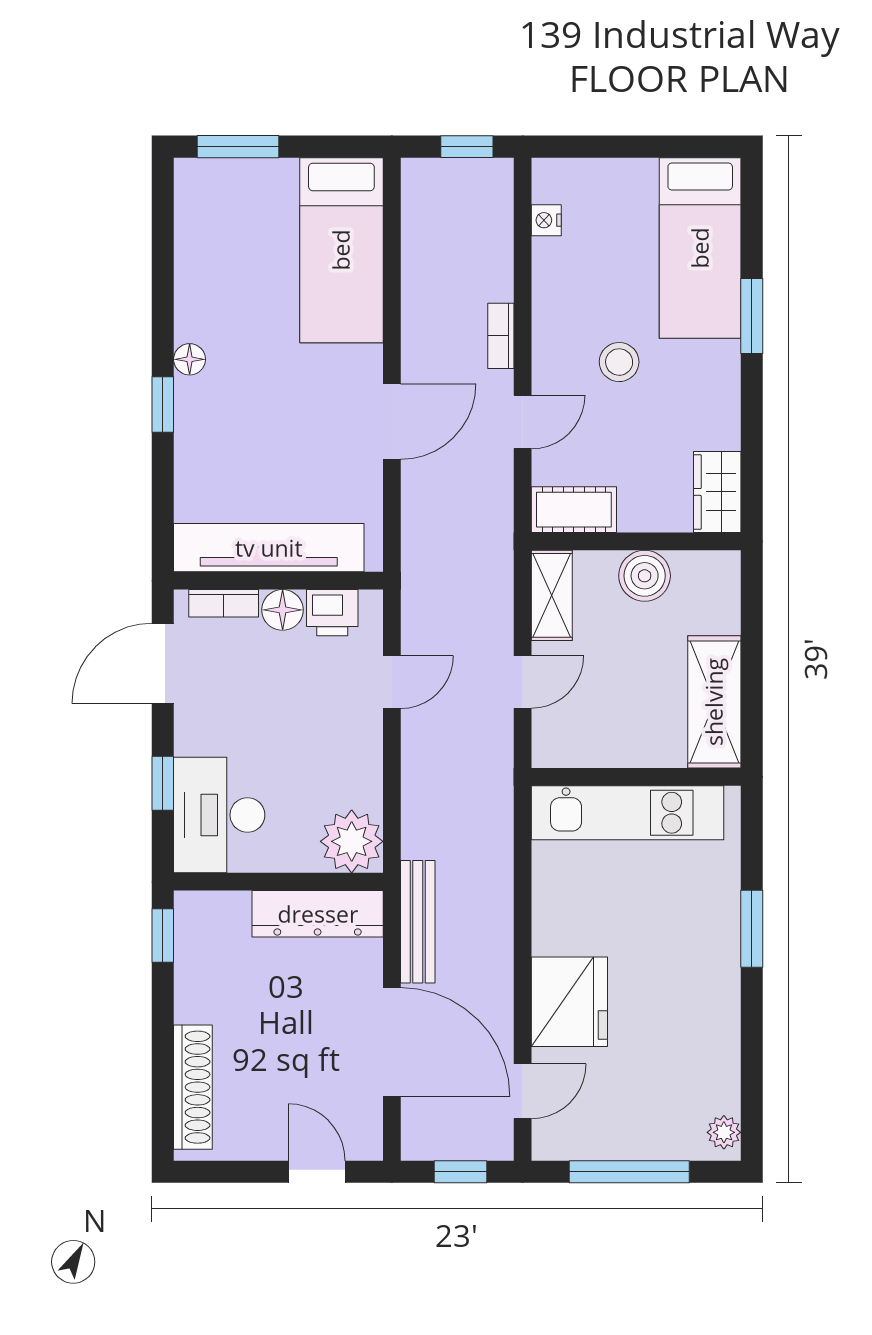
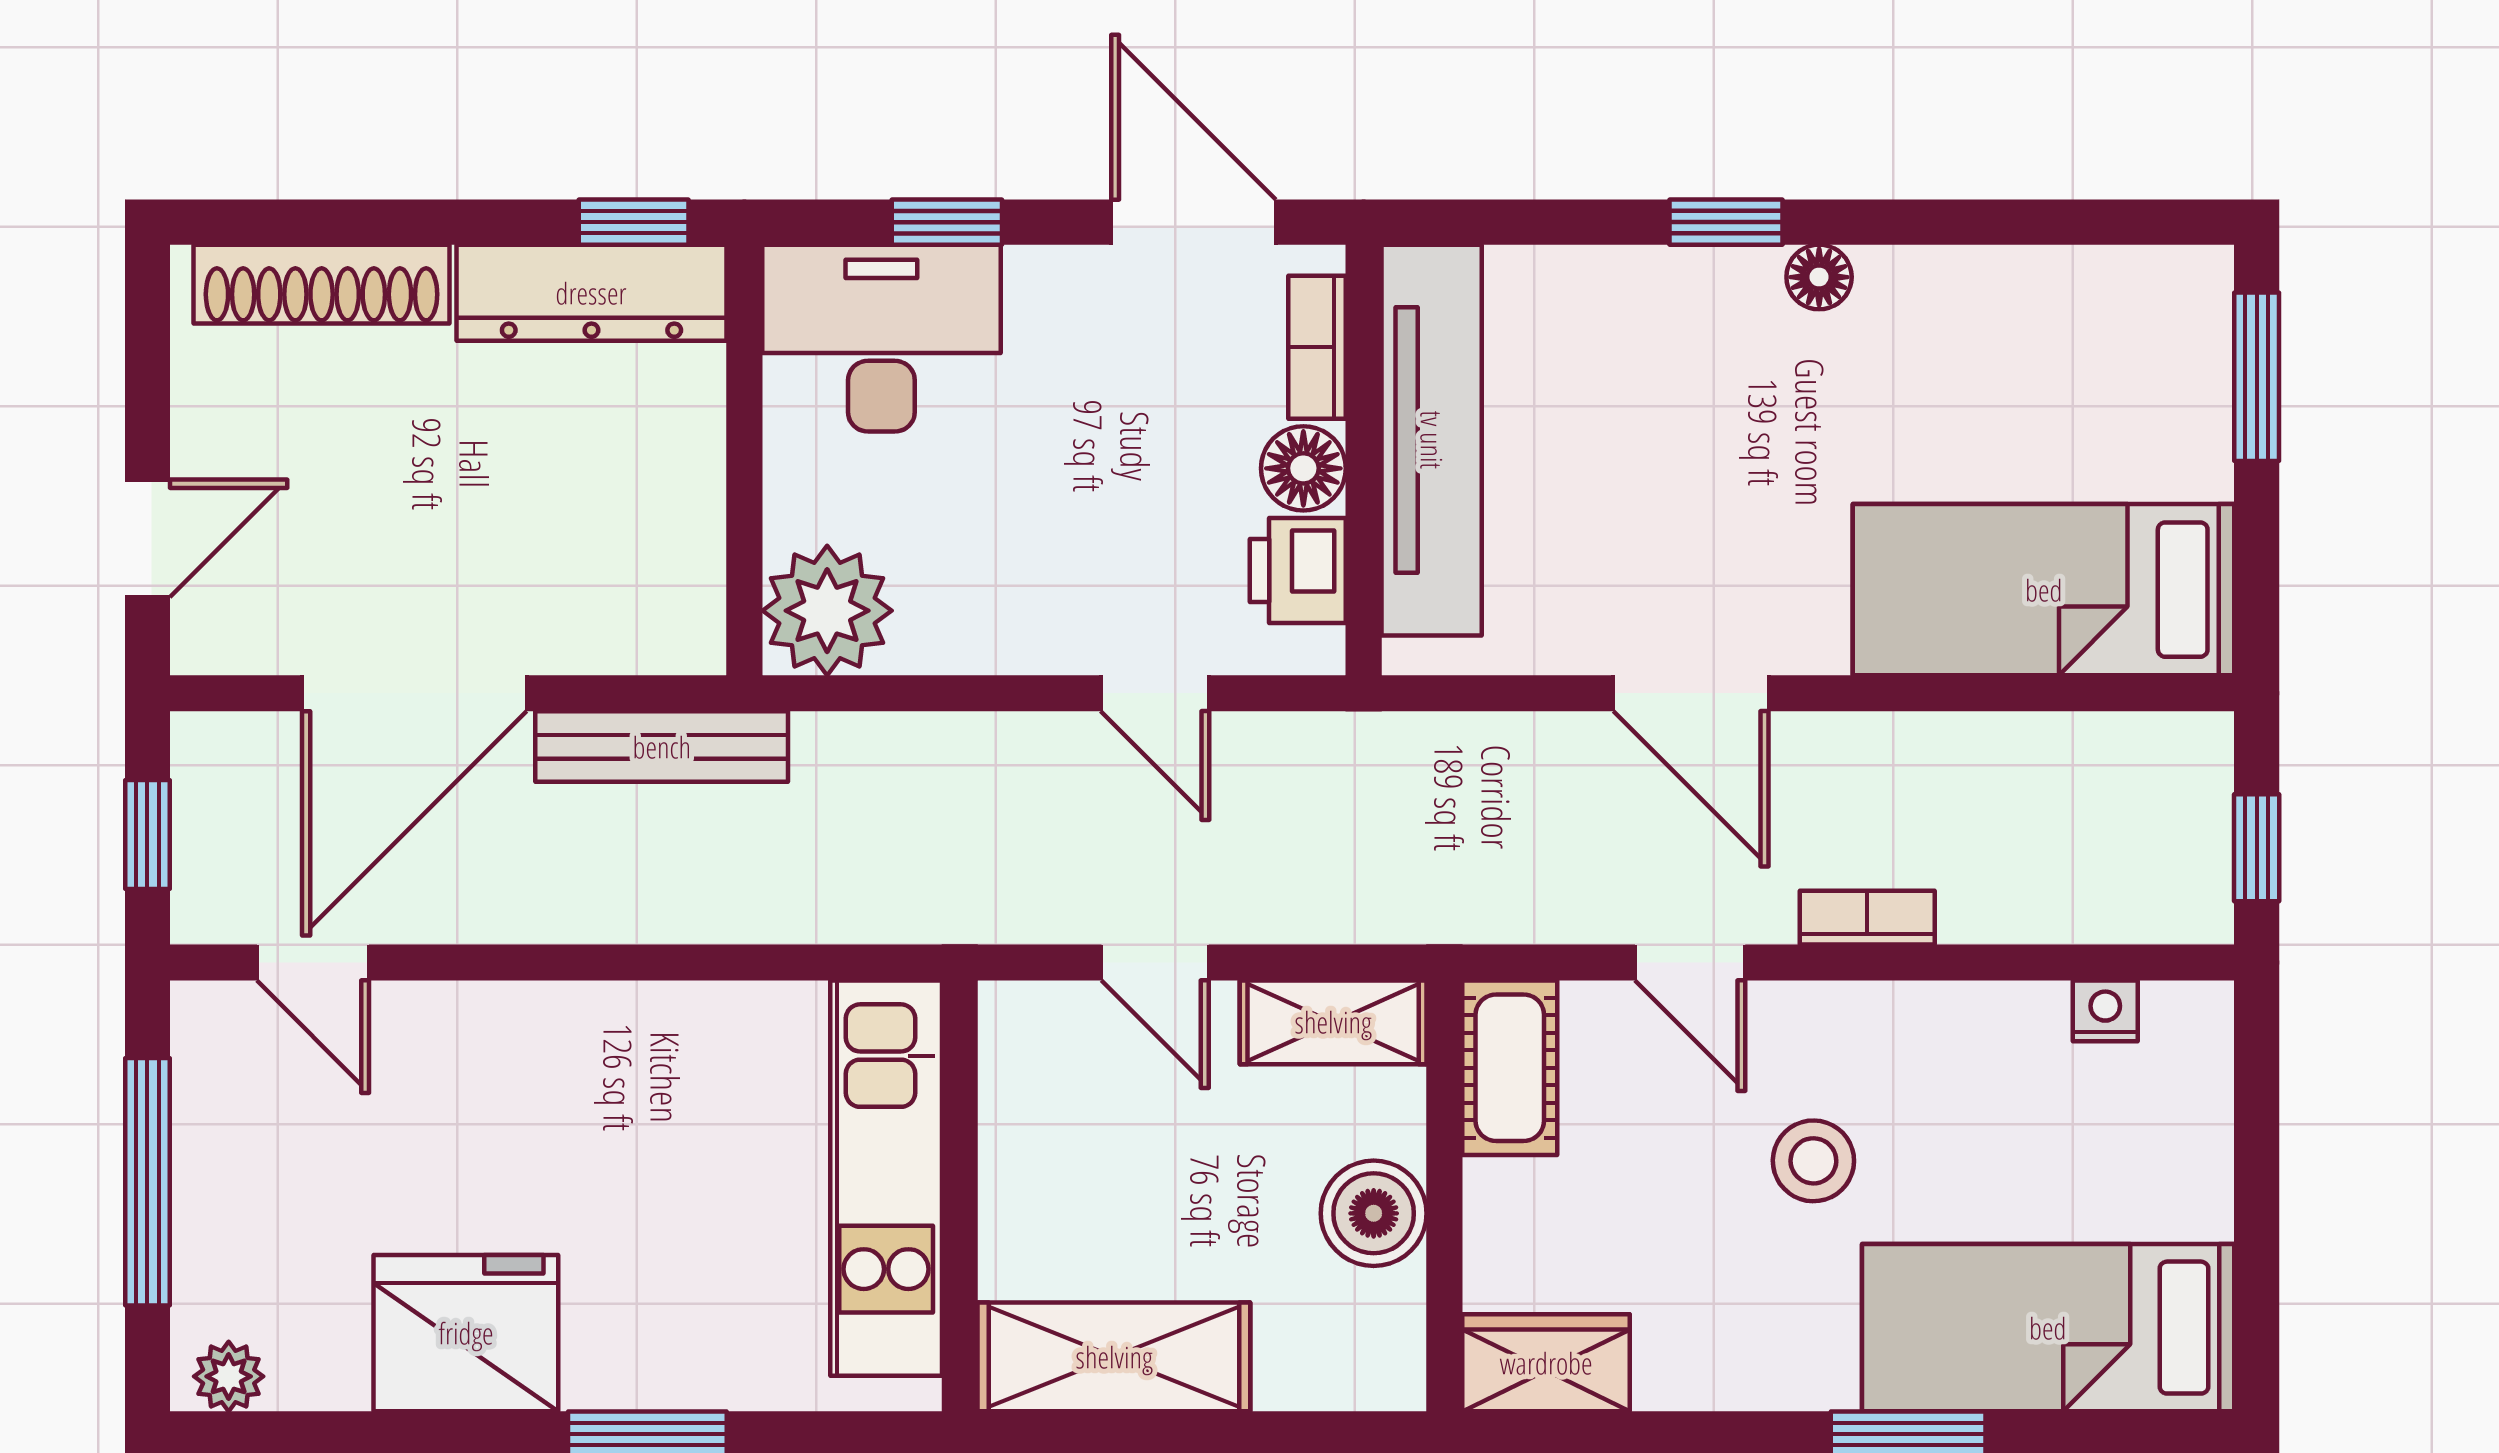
dresser: (318, 914) -> (591, 293), moved, turned -90
fridge: (569, 1002) -> (466, 1333), moved, turned 180

